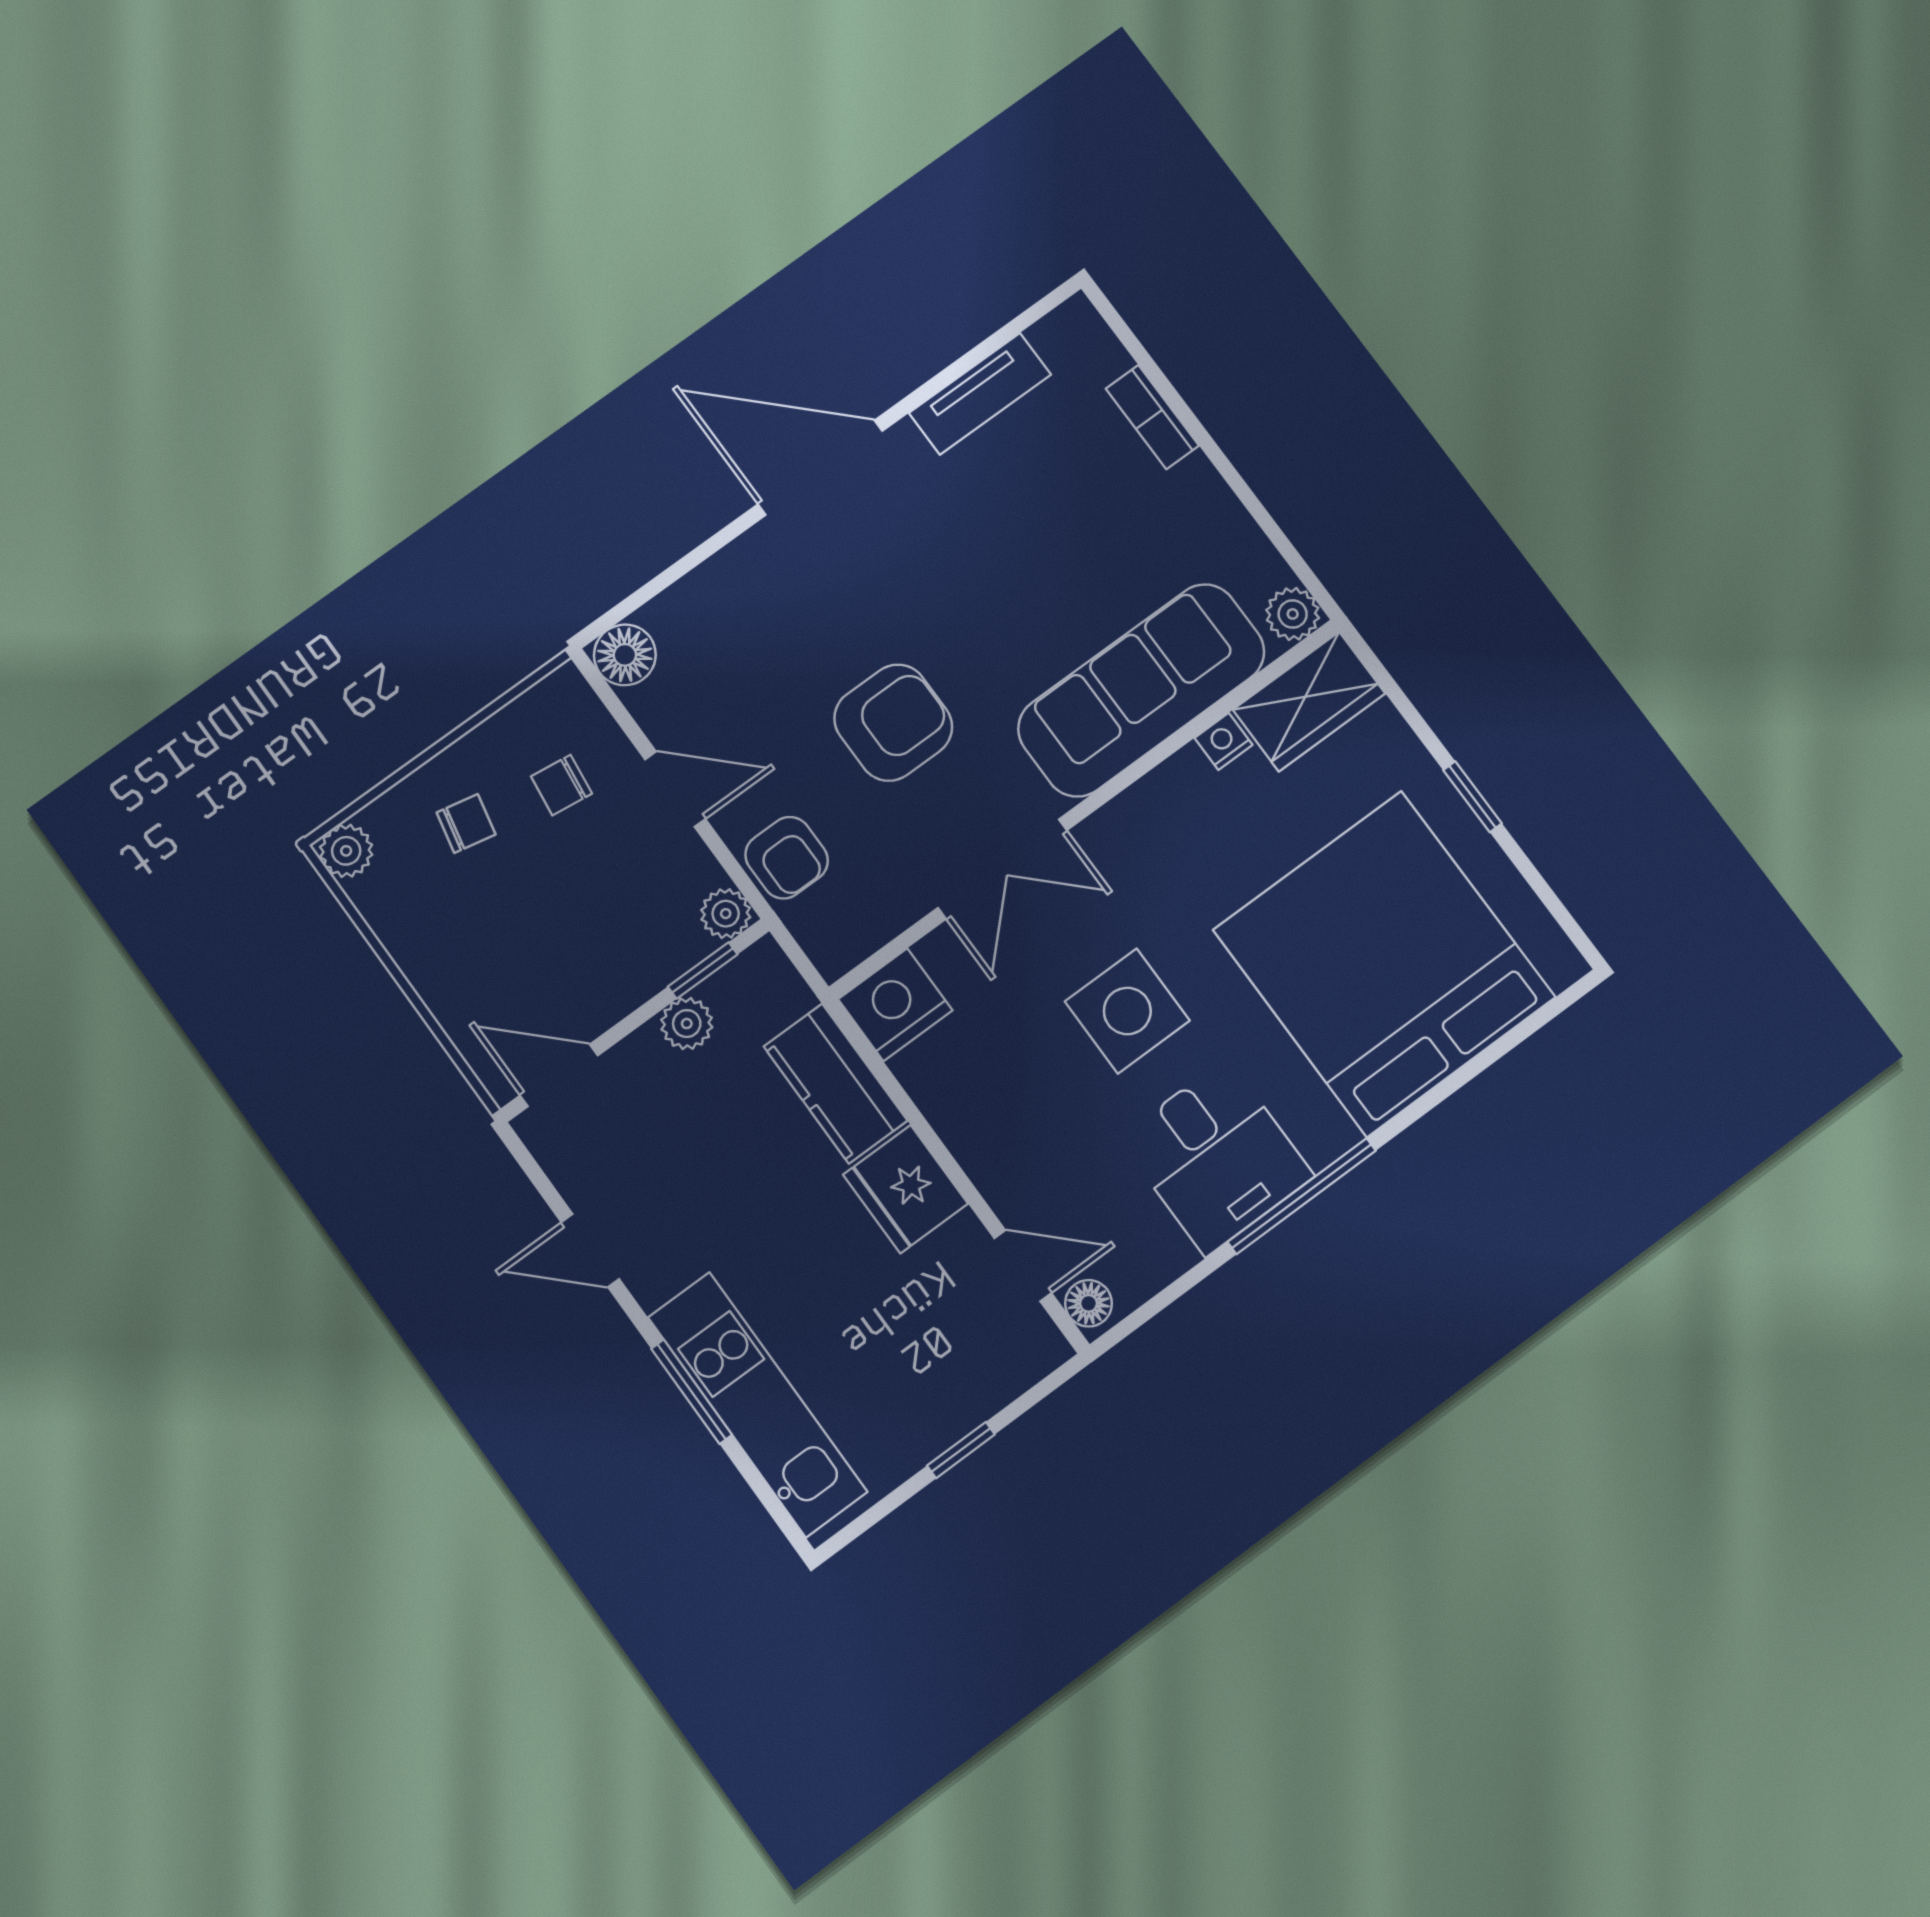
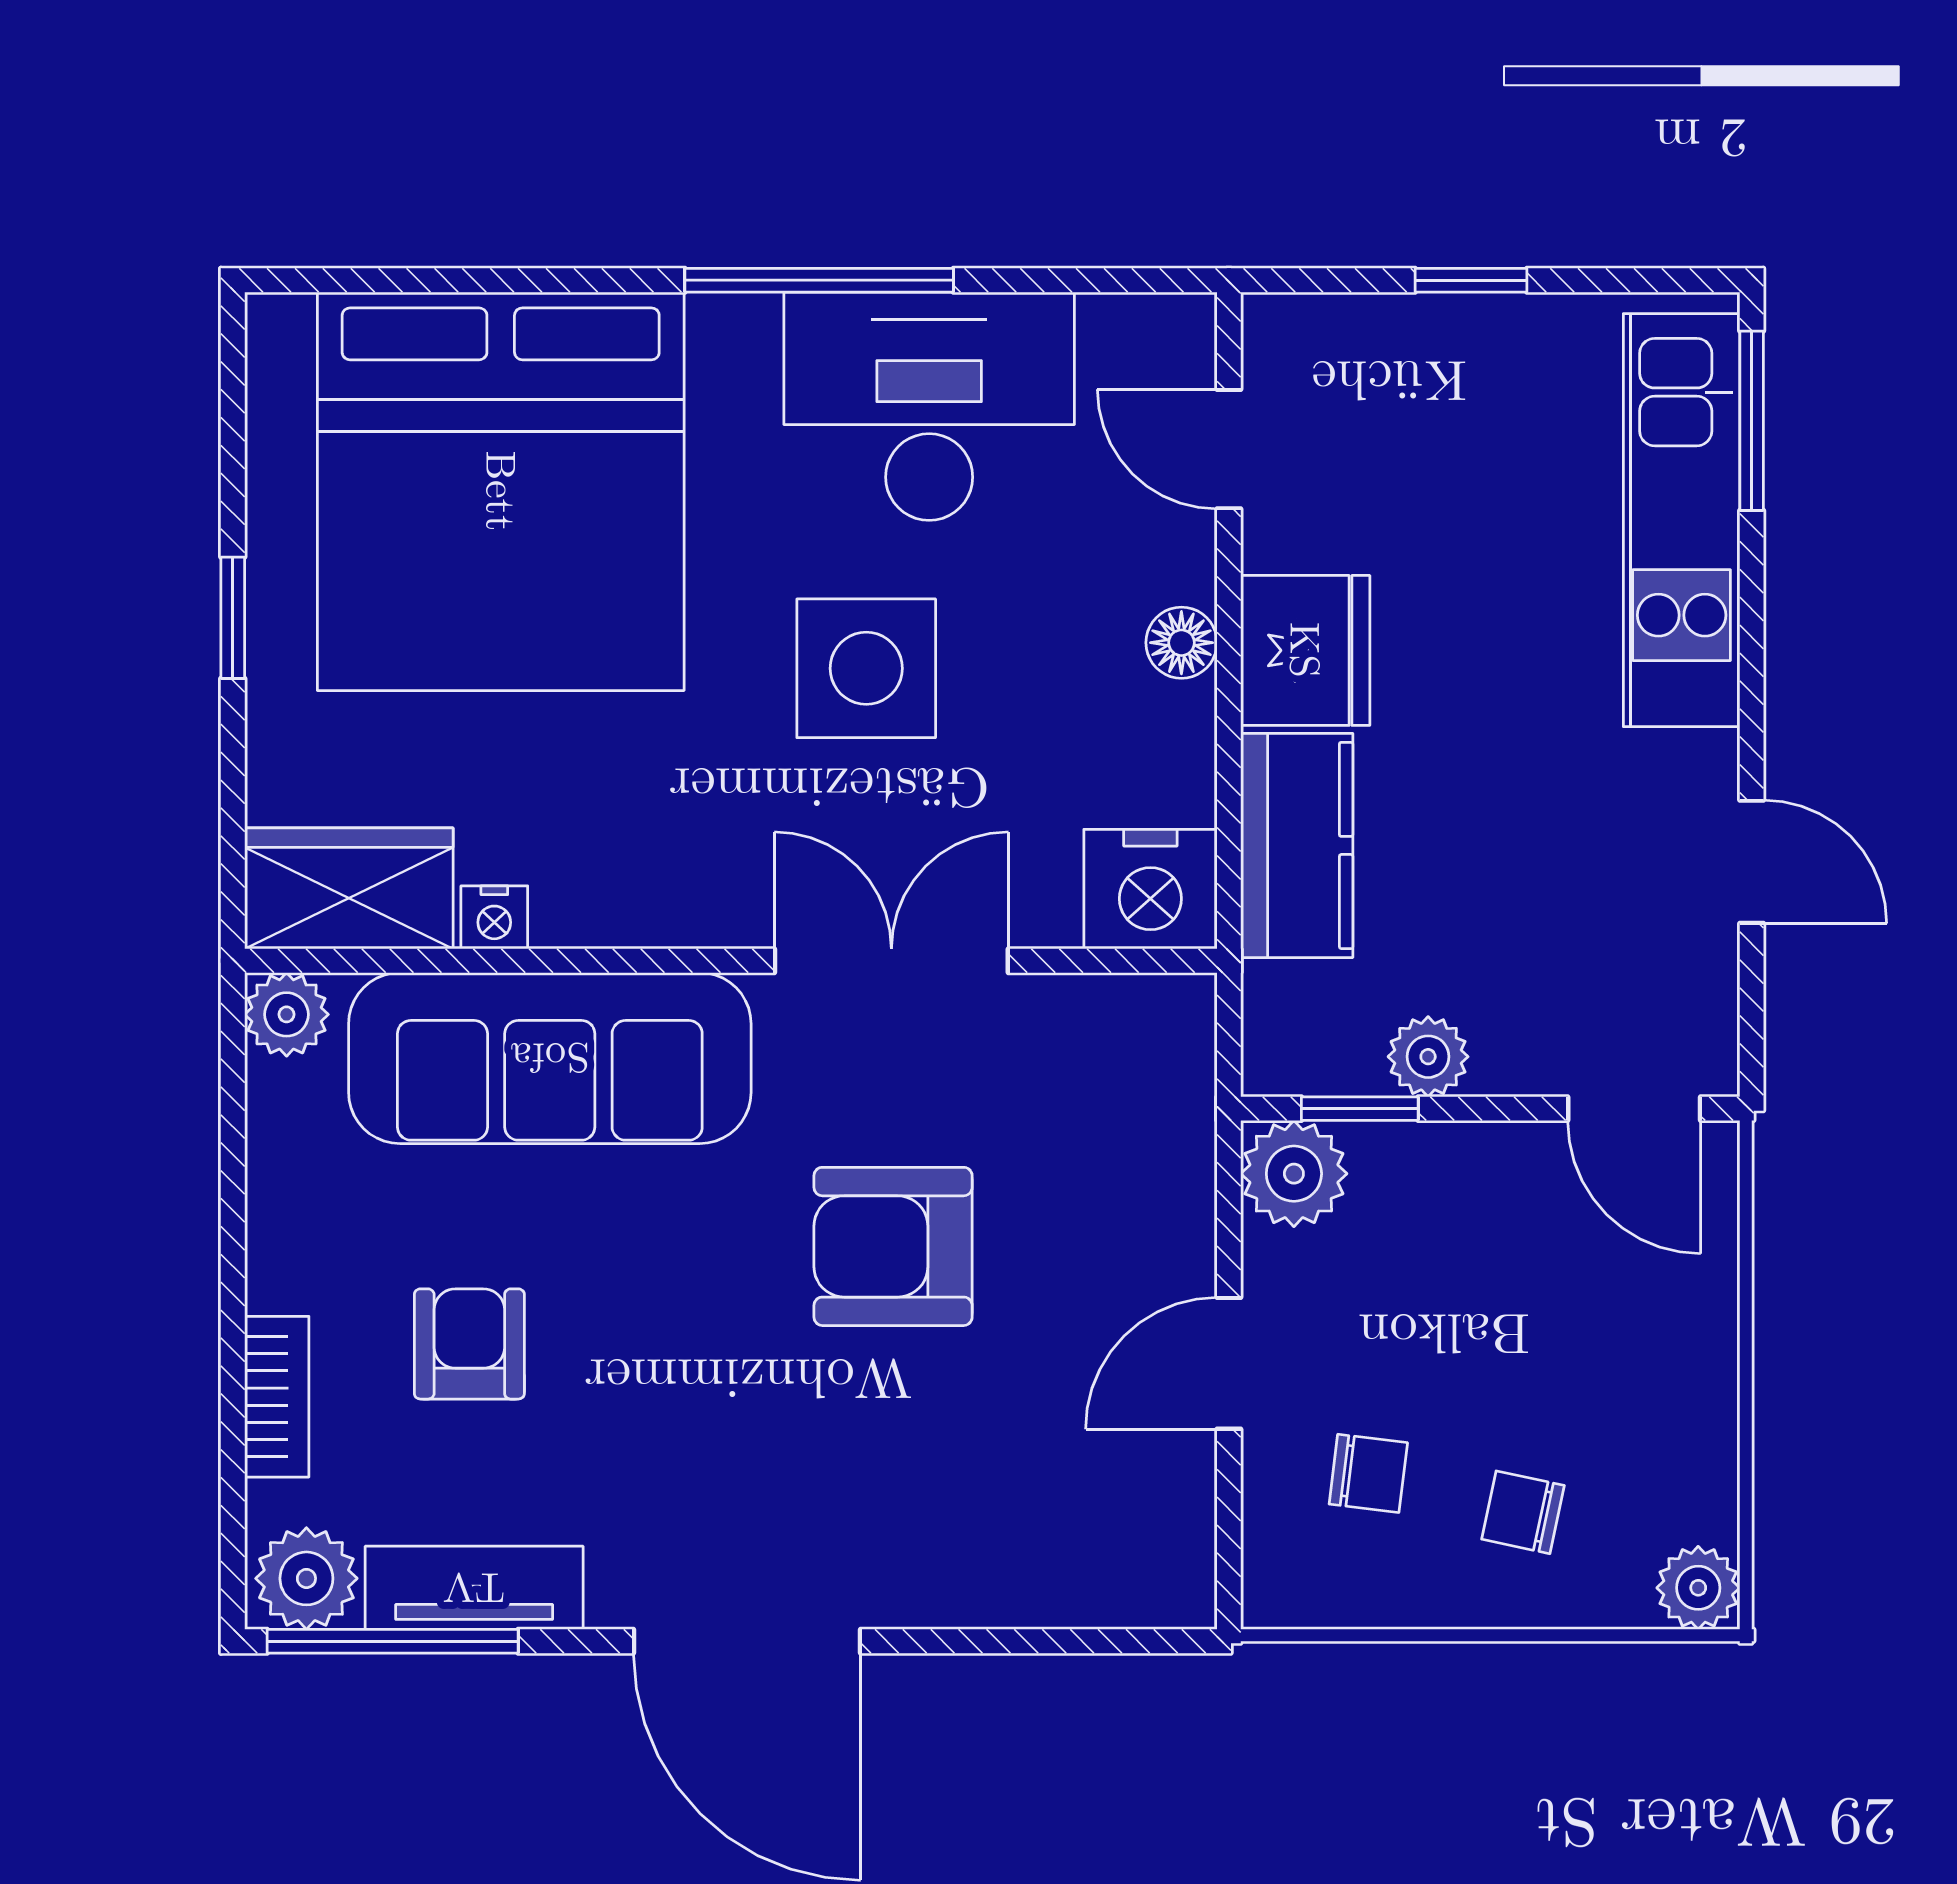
window: (1001, 337) -> (393, 1641), added
plant: (1069, 337) -> (306, 1578), added
floor lamp: (625, 655) -> (1169, 1581), removed
door: (675, 789) -> (1229, 1363), hinge flipped
armchair: (787, 858) -> (469, 1344), moved
plant: (726, 914) -> (1294, 1174), width x1.38, depth x1.38
desk: (1216, 1157) -> (929, 406), width x1.37
floor lamp: (1089, 1303) -> (1181, 643), moved
window: (692, 1392) -> (1752, 421), moved

